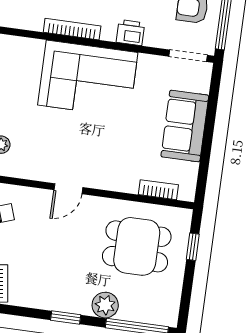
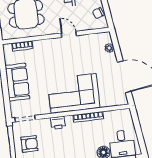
door: (68, 189) -> (69, 34), hinge flipped

